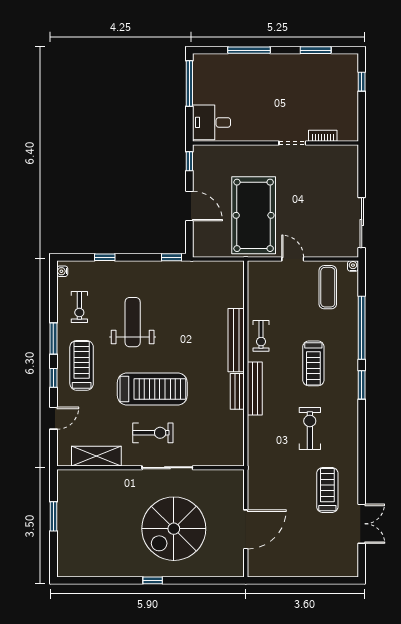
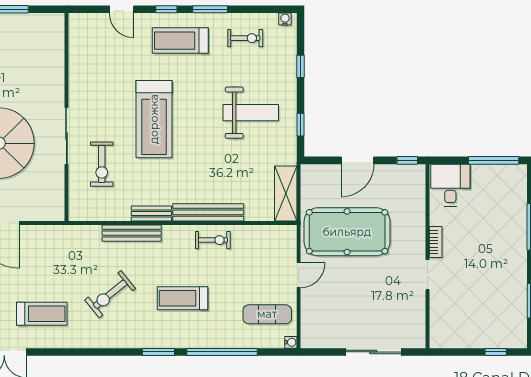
bookcase: (323, 136) -> (436, 242), moved
sliding door: (362, 223) -> (373, 352), moved
window: (171, 257) -> (300, 125), moved
exercise bike: (79, 307) -> (245, 38), turned 180
weight bench: (133, 322) -> (251, 113), moved
exercise bike: (261, 336) -> (213, 240), turned 180
treadmill: (82, 365) -> (180, 41), turned 180
bench: (255, 389) -> (132, 233), moved
exercise bike: (310, 429) -> (110, 294), turned 141
exercise bike: (153, 433) -> (102, 164), moved
shelving: (96, 456) -> (286, 194), moved

